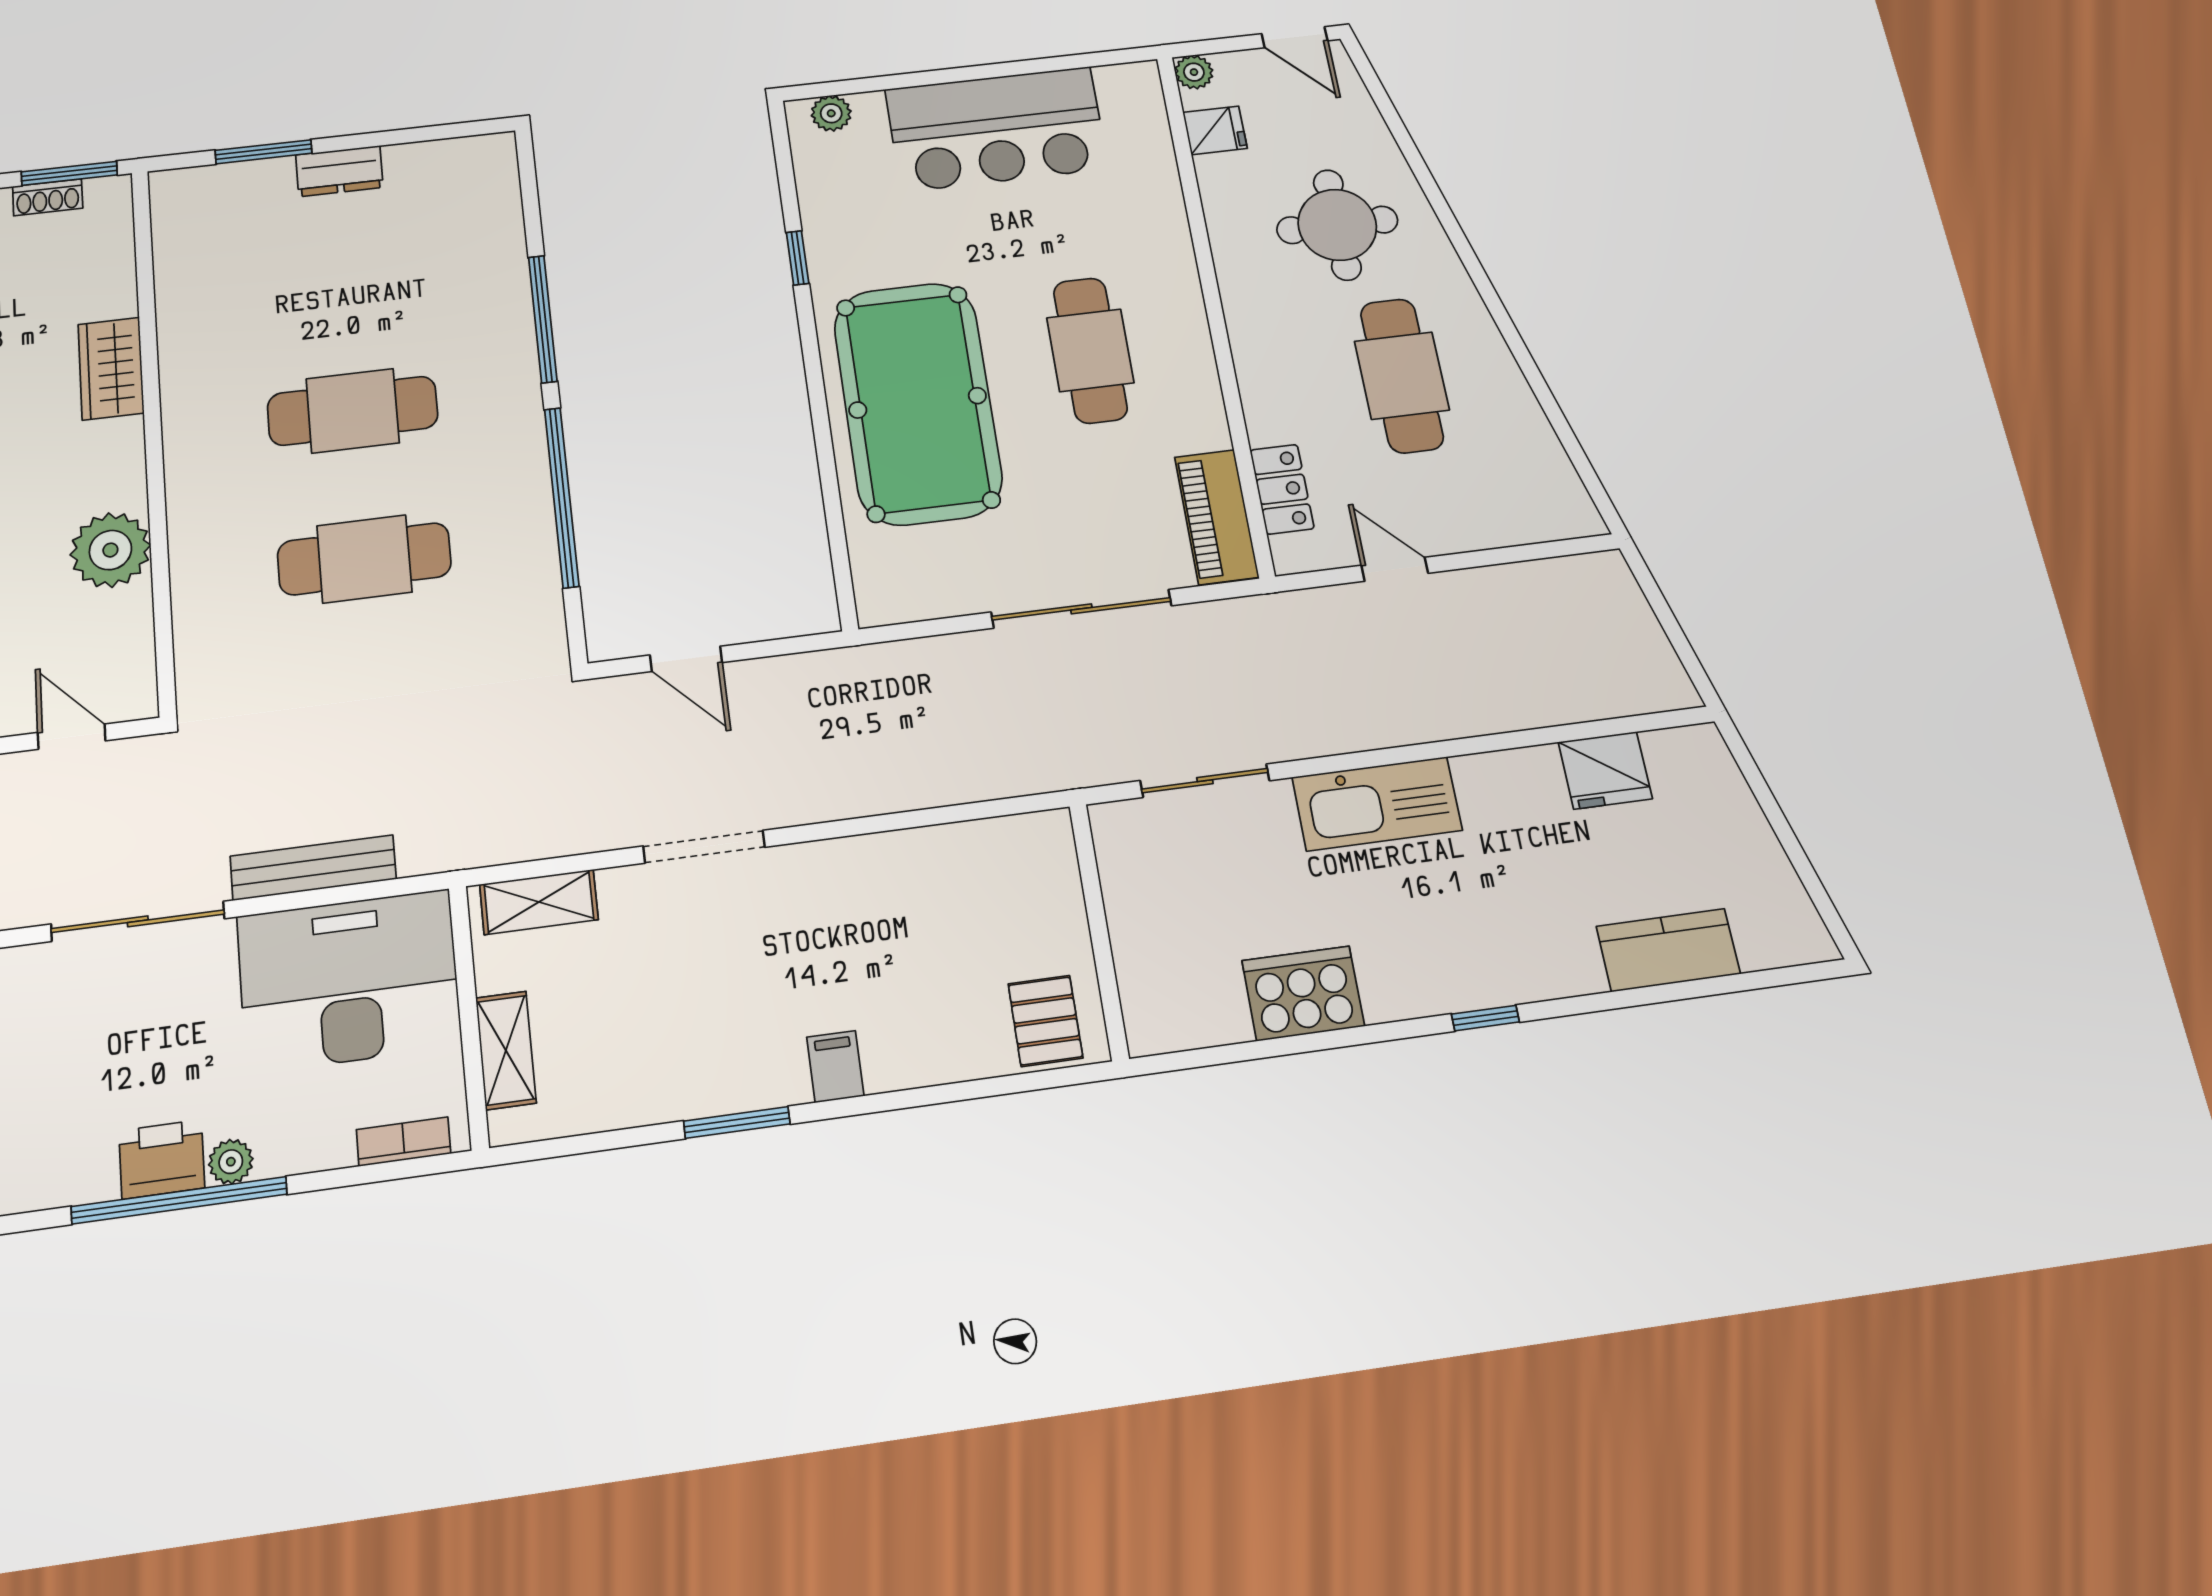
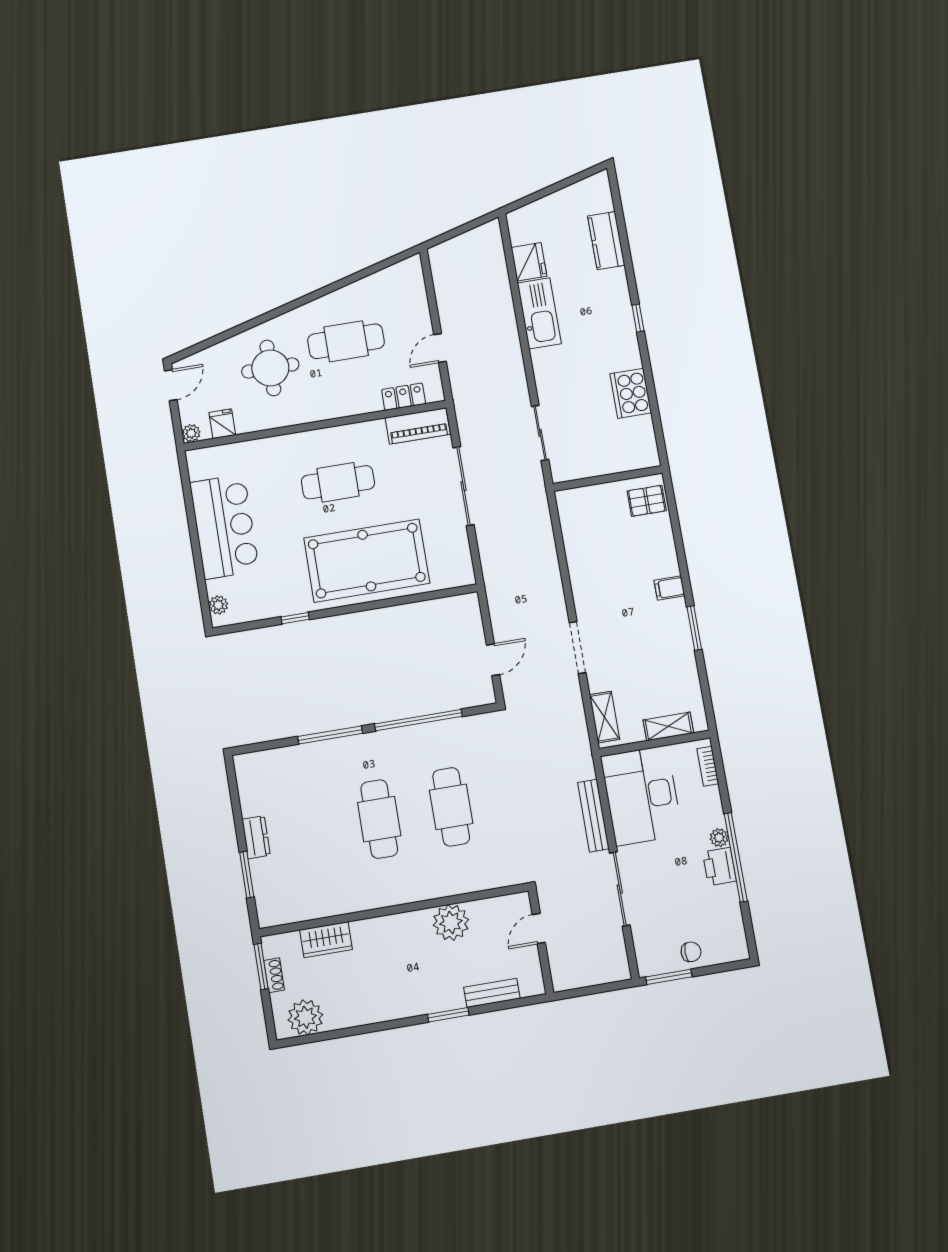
wardrobe: (111, 369) -> (326, 940), moved
kitchen sink: (1377, 804) -> (539, 313), moved

